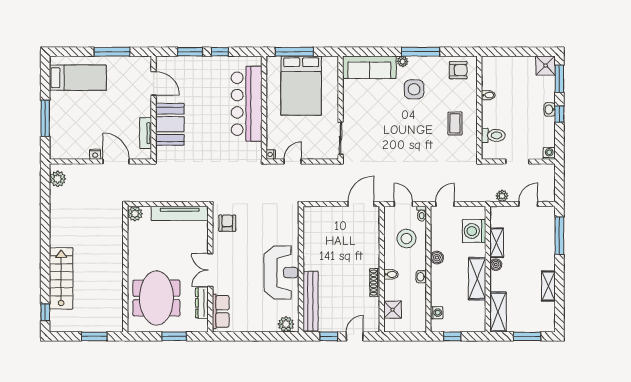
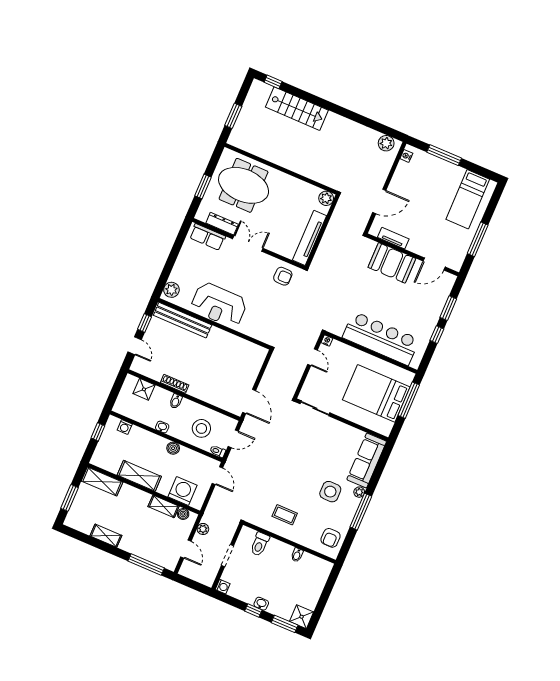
nightstand: (95, 154) -> (406, 156), moved
boiler: (496, 265) -> (183, 514), moved

